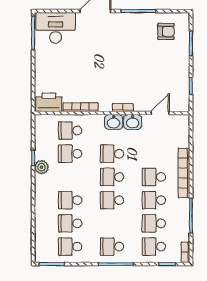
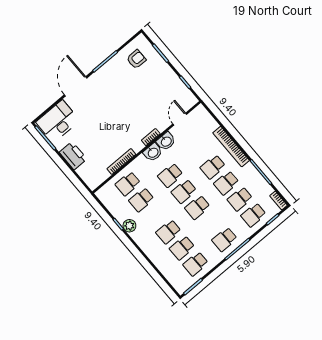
printer: (49, 102) -> (73, 156), moved, turned 90

